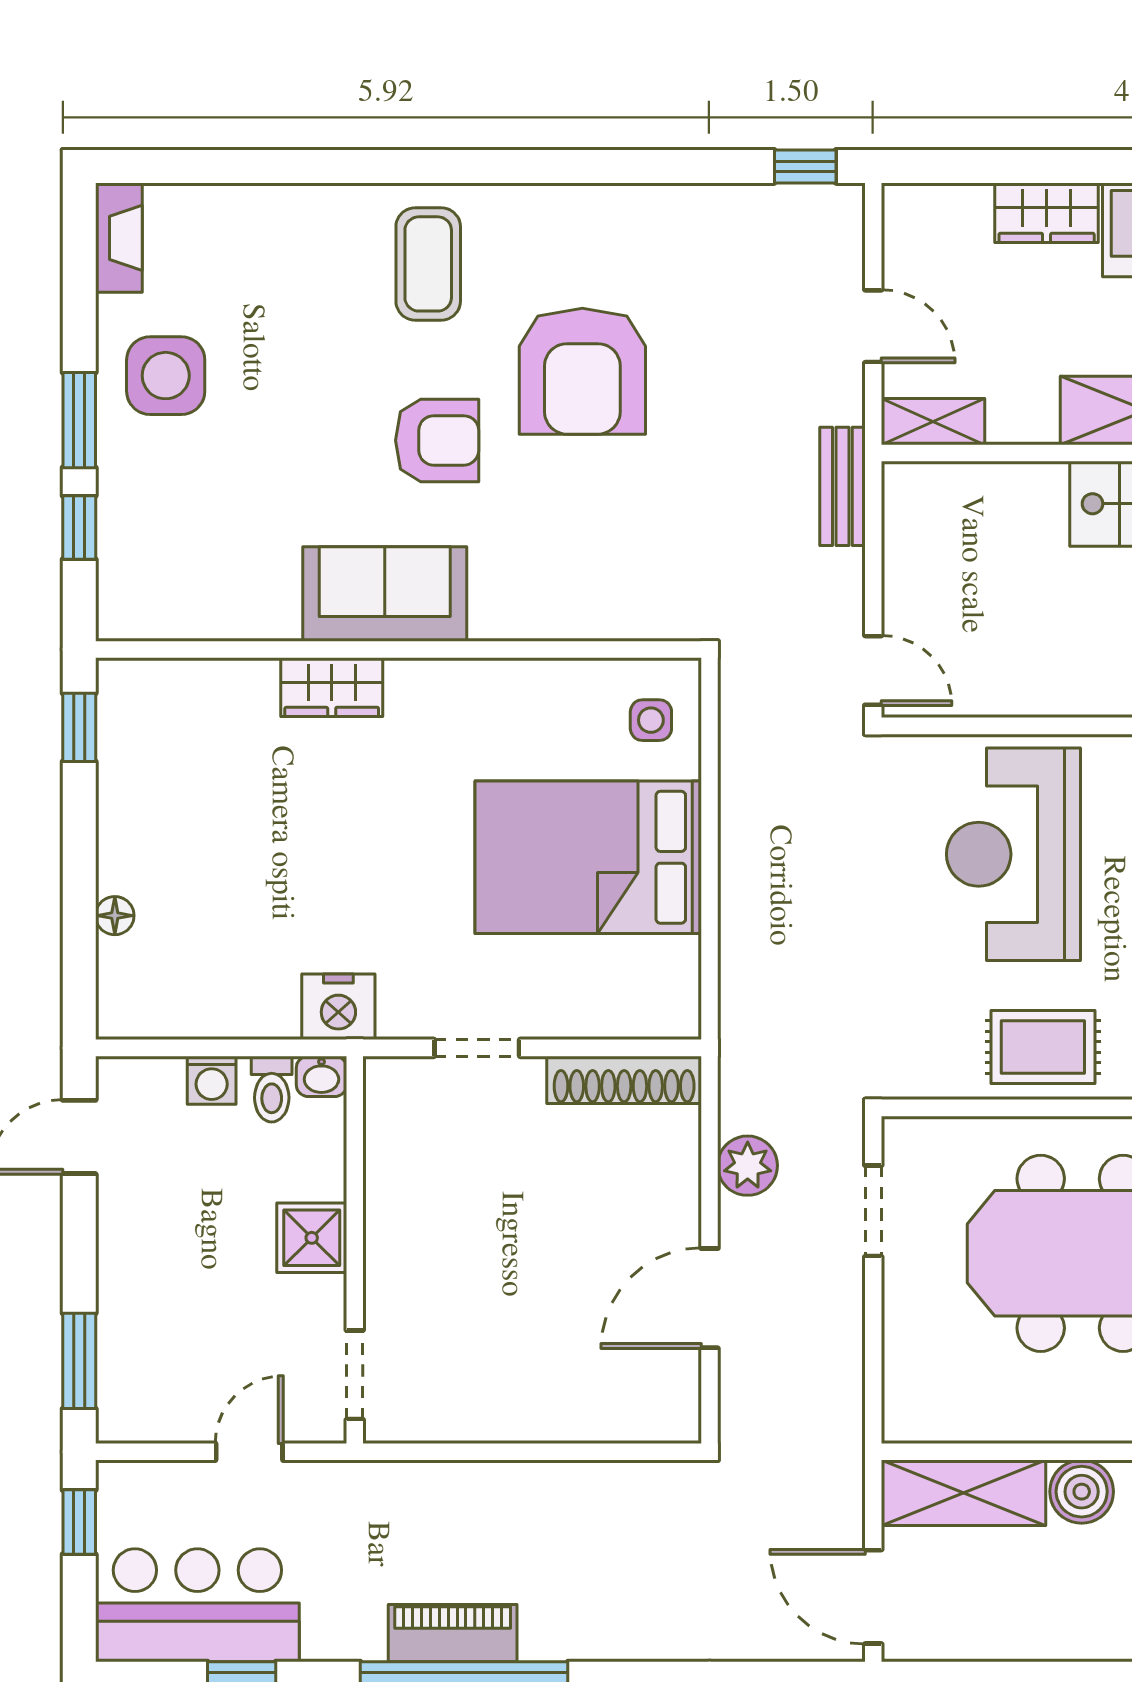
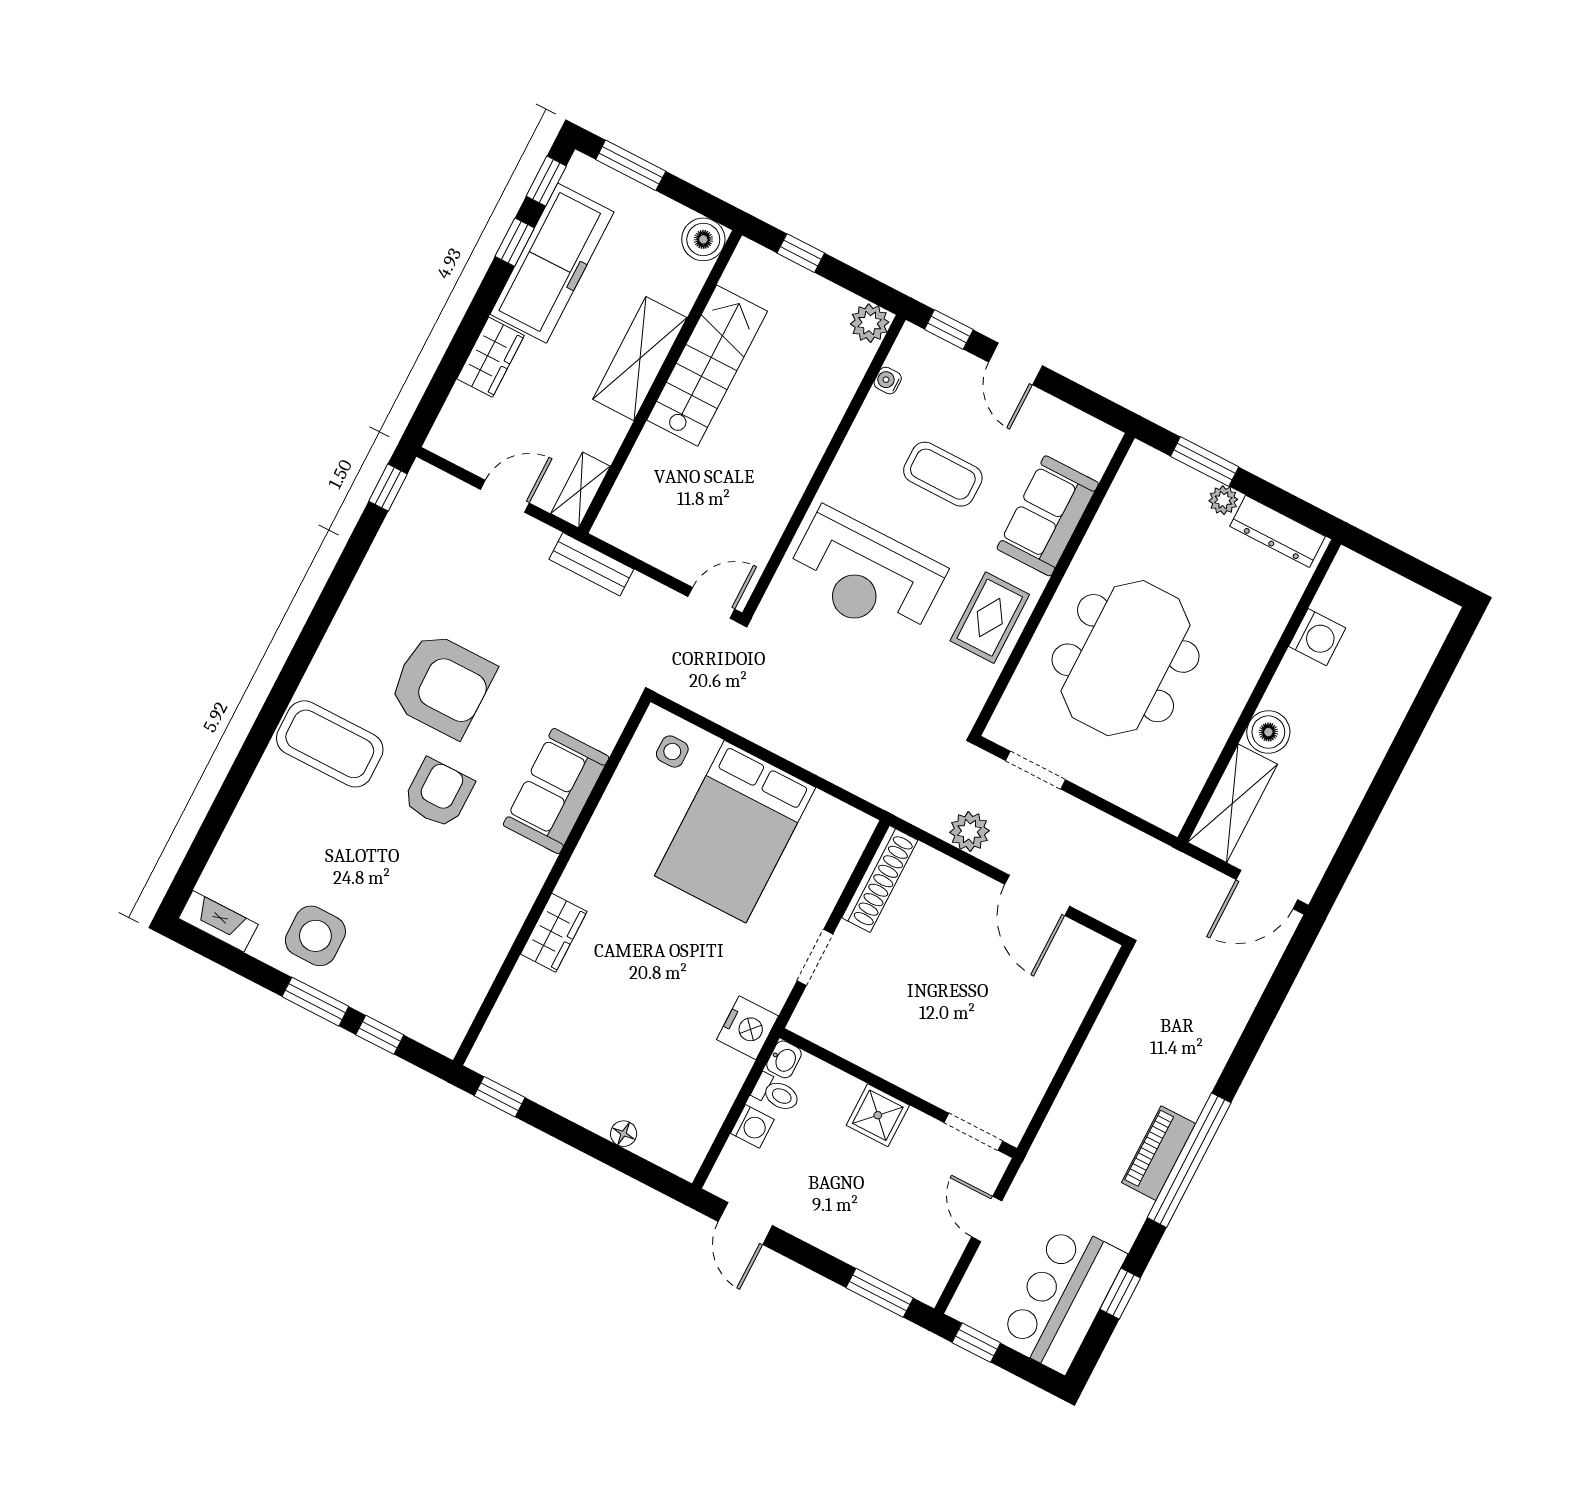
coffee table: (428, 264) -> (330, 744), width x1.36, depth x1.32
sofa: (385, 594) -> (556, 791), moved

